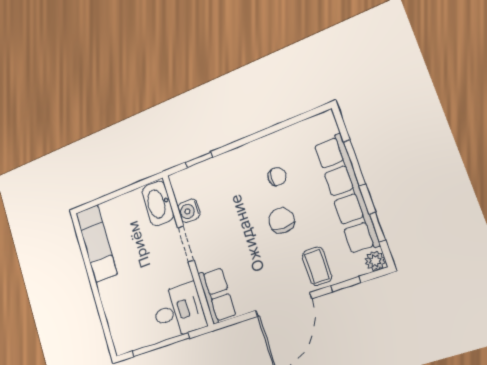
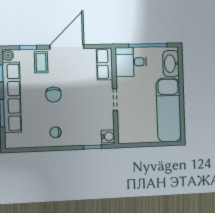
chair: (277, 177) -> (55, 132), moved
washbasin: (158, 203) -> (171, 64), moved, turned 180
water cooler: (189, 211) -> (108, 136), moved
exam couch: (96, 244) -> (169, 110), width x1.36, depth x1.45

